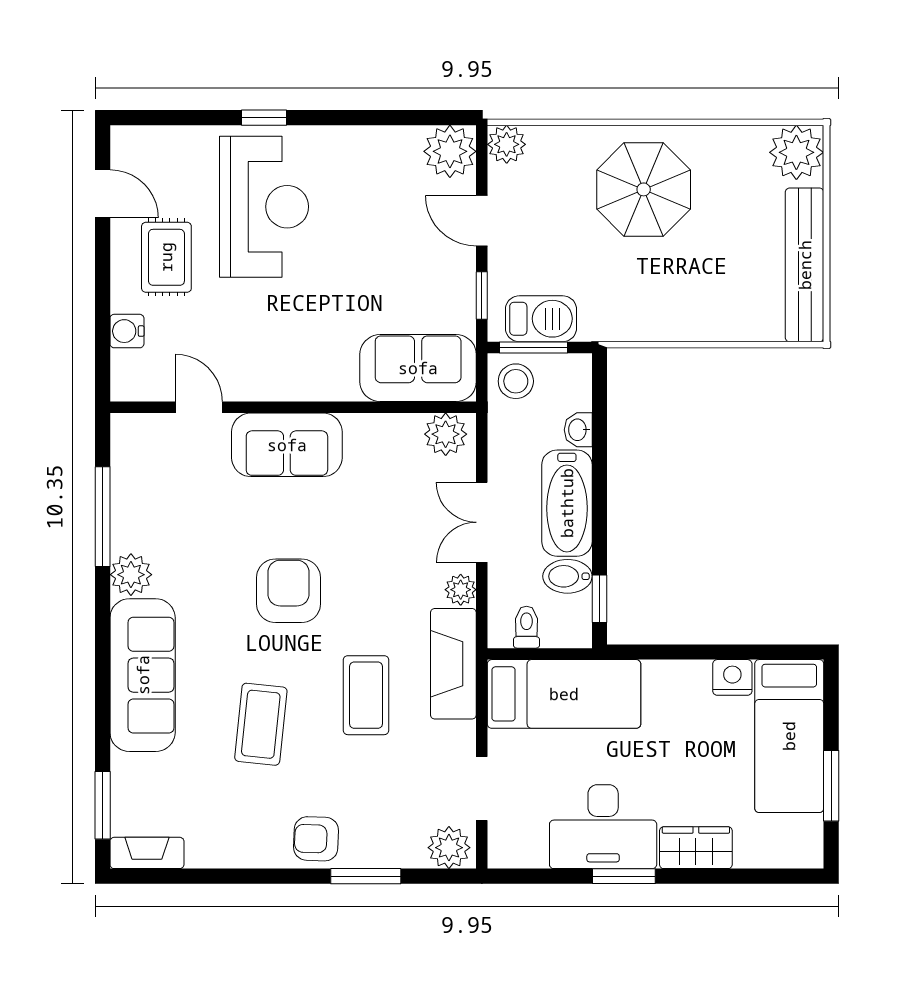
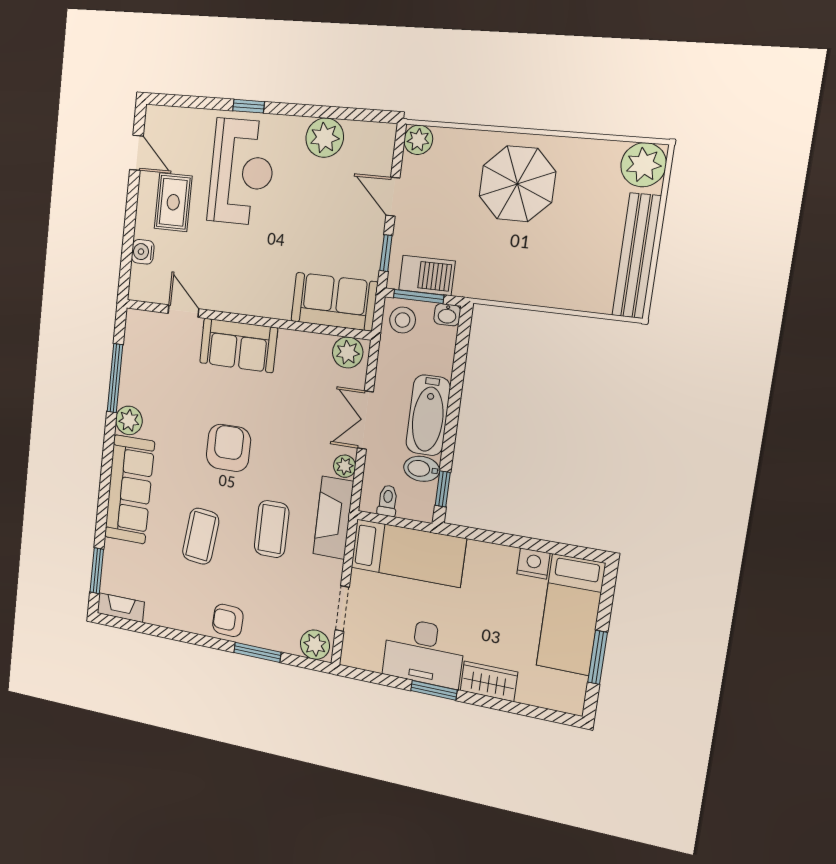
plant: (450, 151) -> (325, 138), moved
washbasin: (578, 430) -> (447, 315), moved, turned -90

